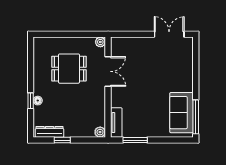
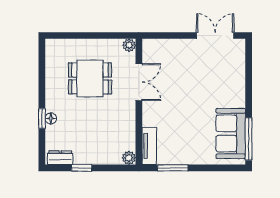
dresser: (50, 132) -> (60, 158), width x0.70

